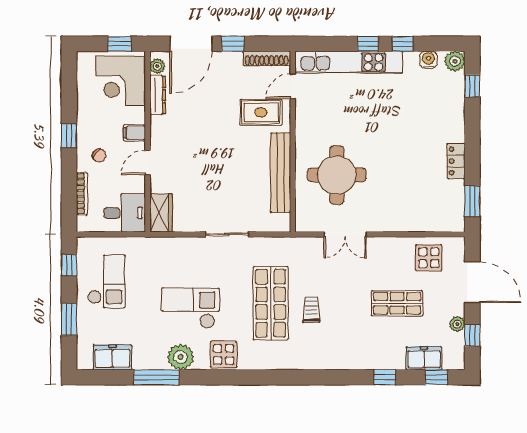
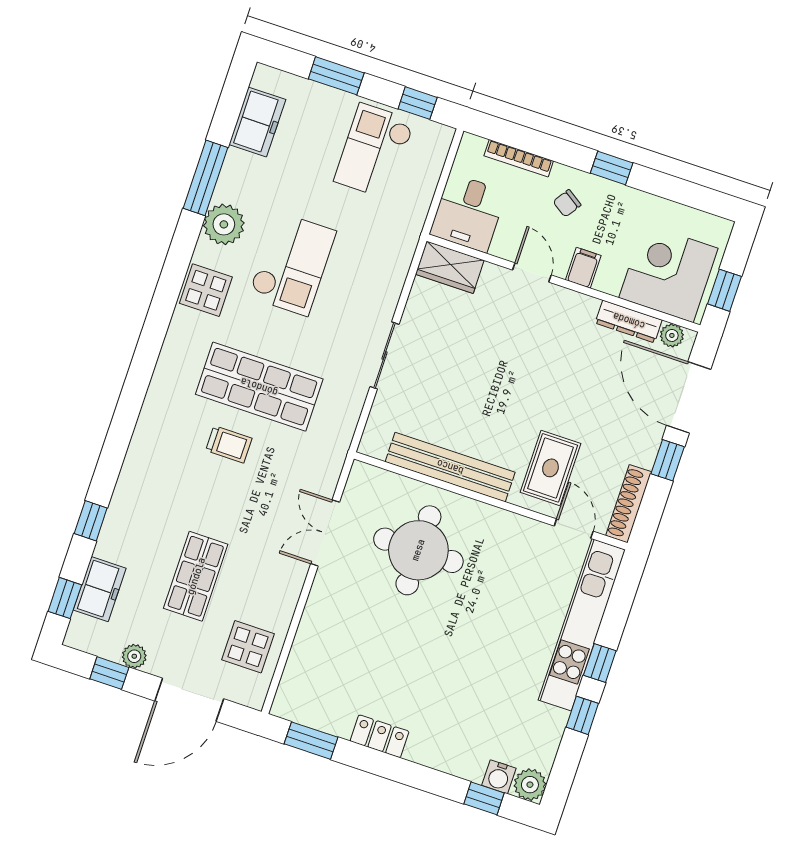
water cooler: (428, 60) -> (499, 777), moved, turned 90
checkout: (106, 282) -> (374, 151), turned 90

